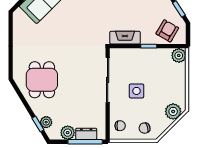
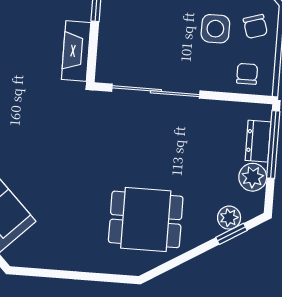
side table: (136, 91) -> (215, 29), moved

